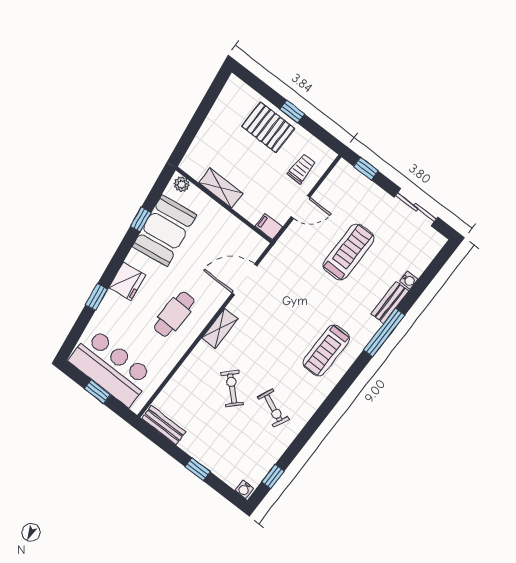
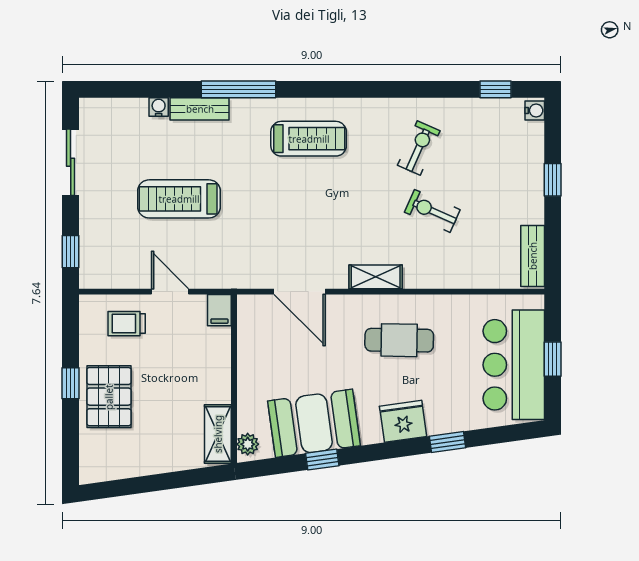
shelving: (221, 188) -> (218, 434), moved
exercise bike: (232, 389) -> (432, 211), turned 70

